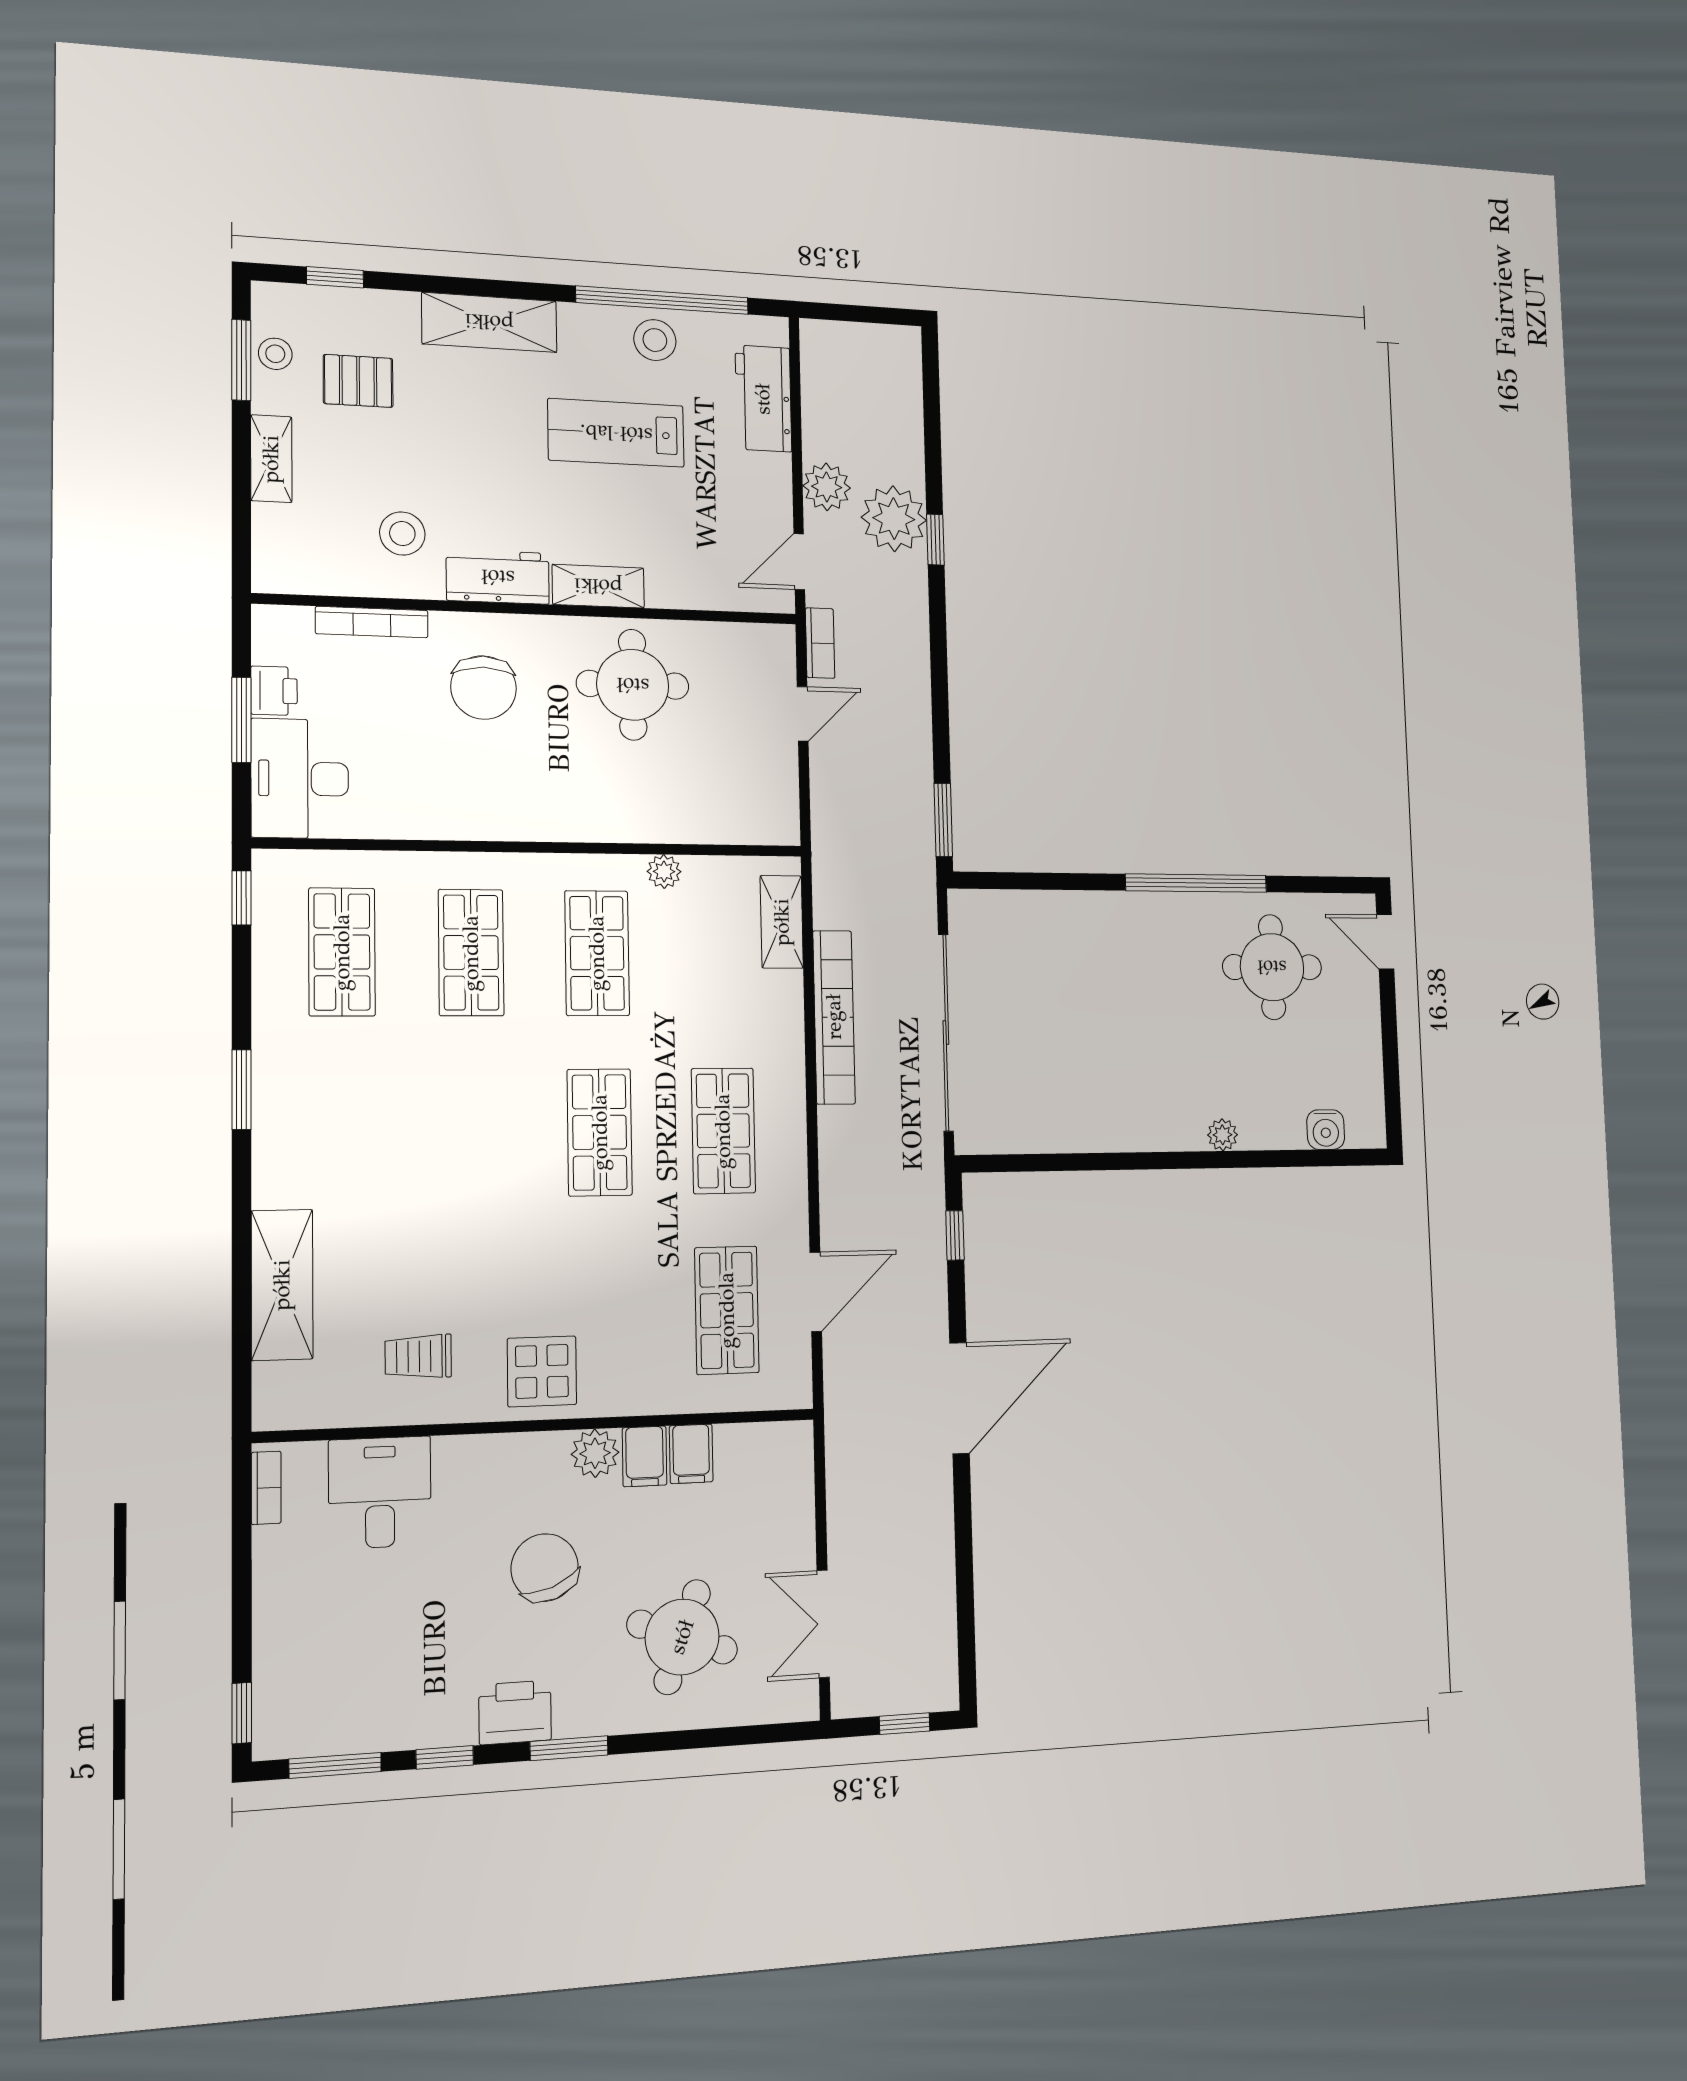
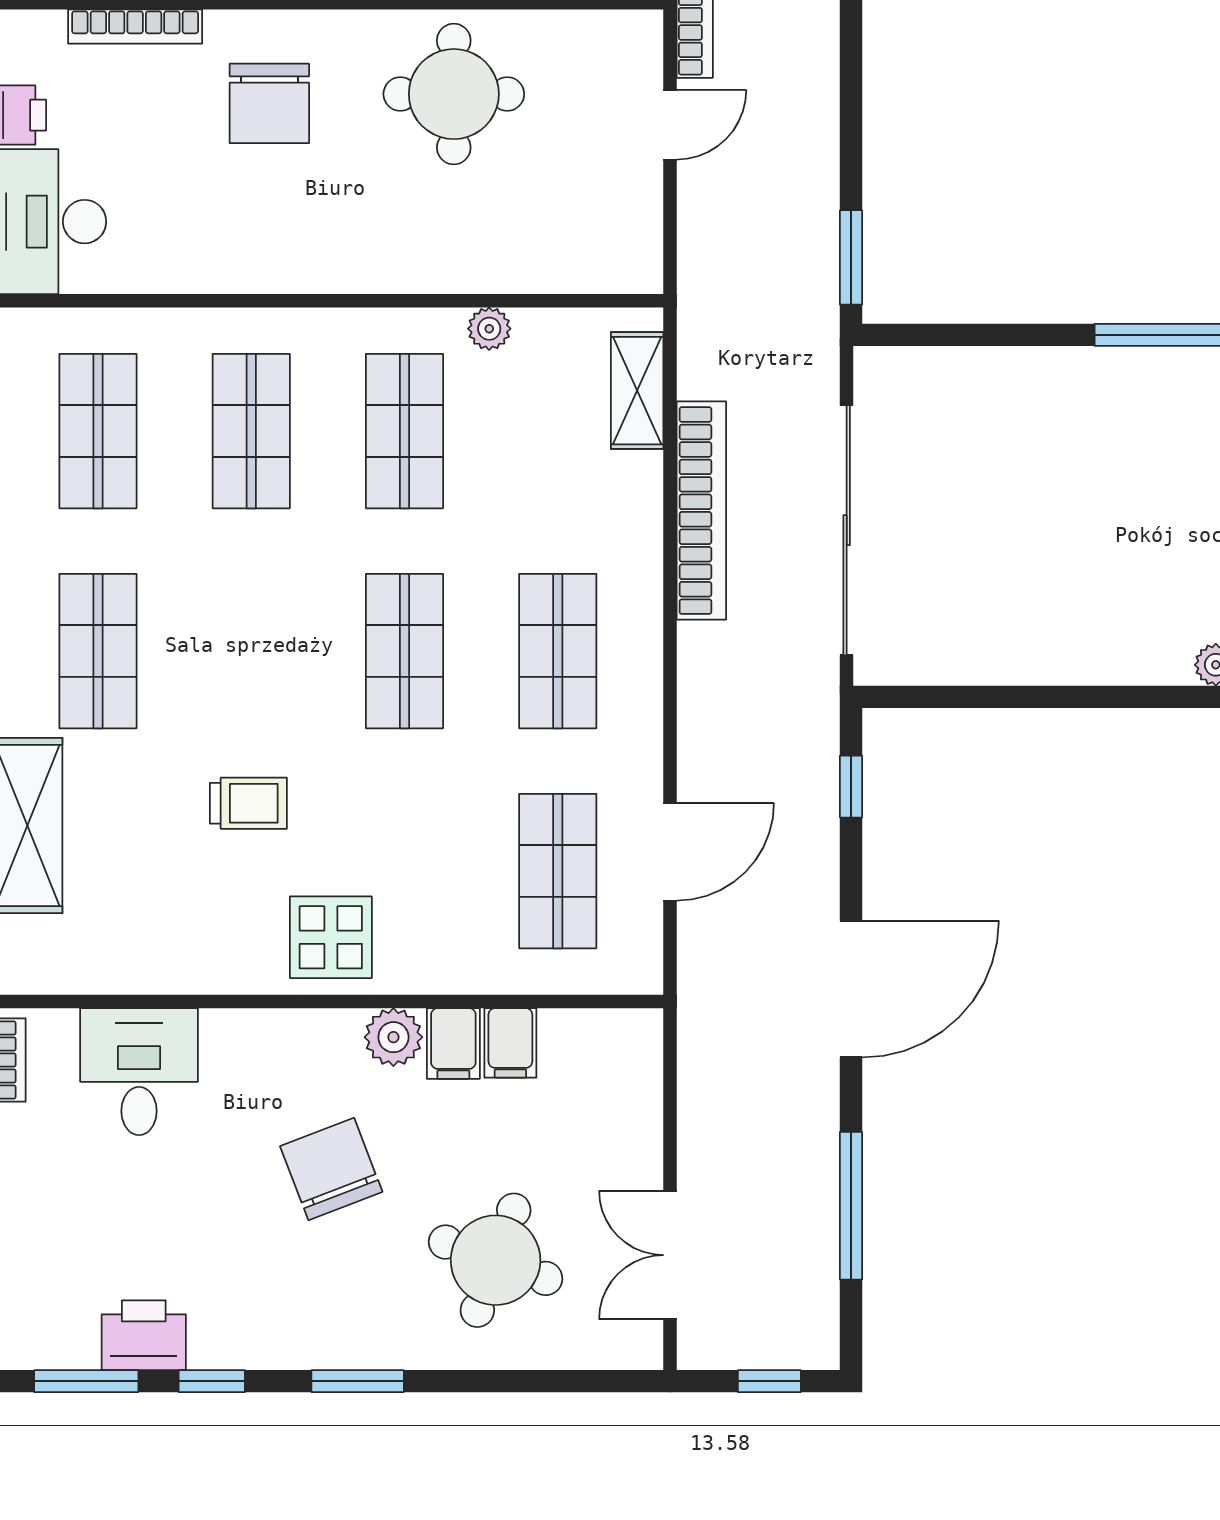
shop shelf: (343, 1136) -> (98, 651), added
trolley: (418, 1356) -> (248, 803), moved, turned 180
window: (964, 1574) -> (851, 1206), added
printer: (515, 1712) -> (144, 1335), moved

